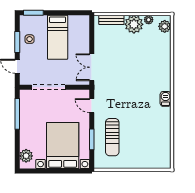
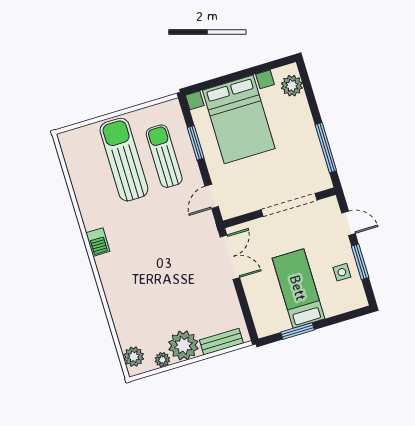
window: (33, 13) -> (298, 331), moved
door: (92, 106) -> (212, 196), swing flipped
sun lounger: (136, 142) -> (124, 160), added

